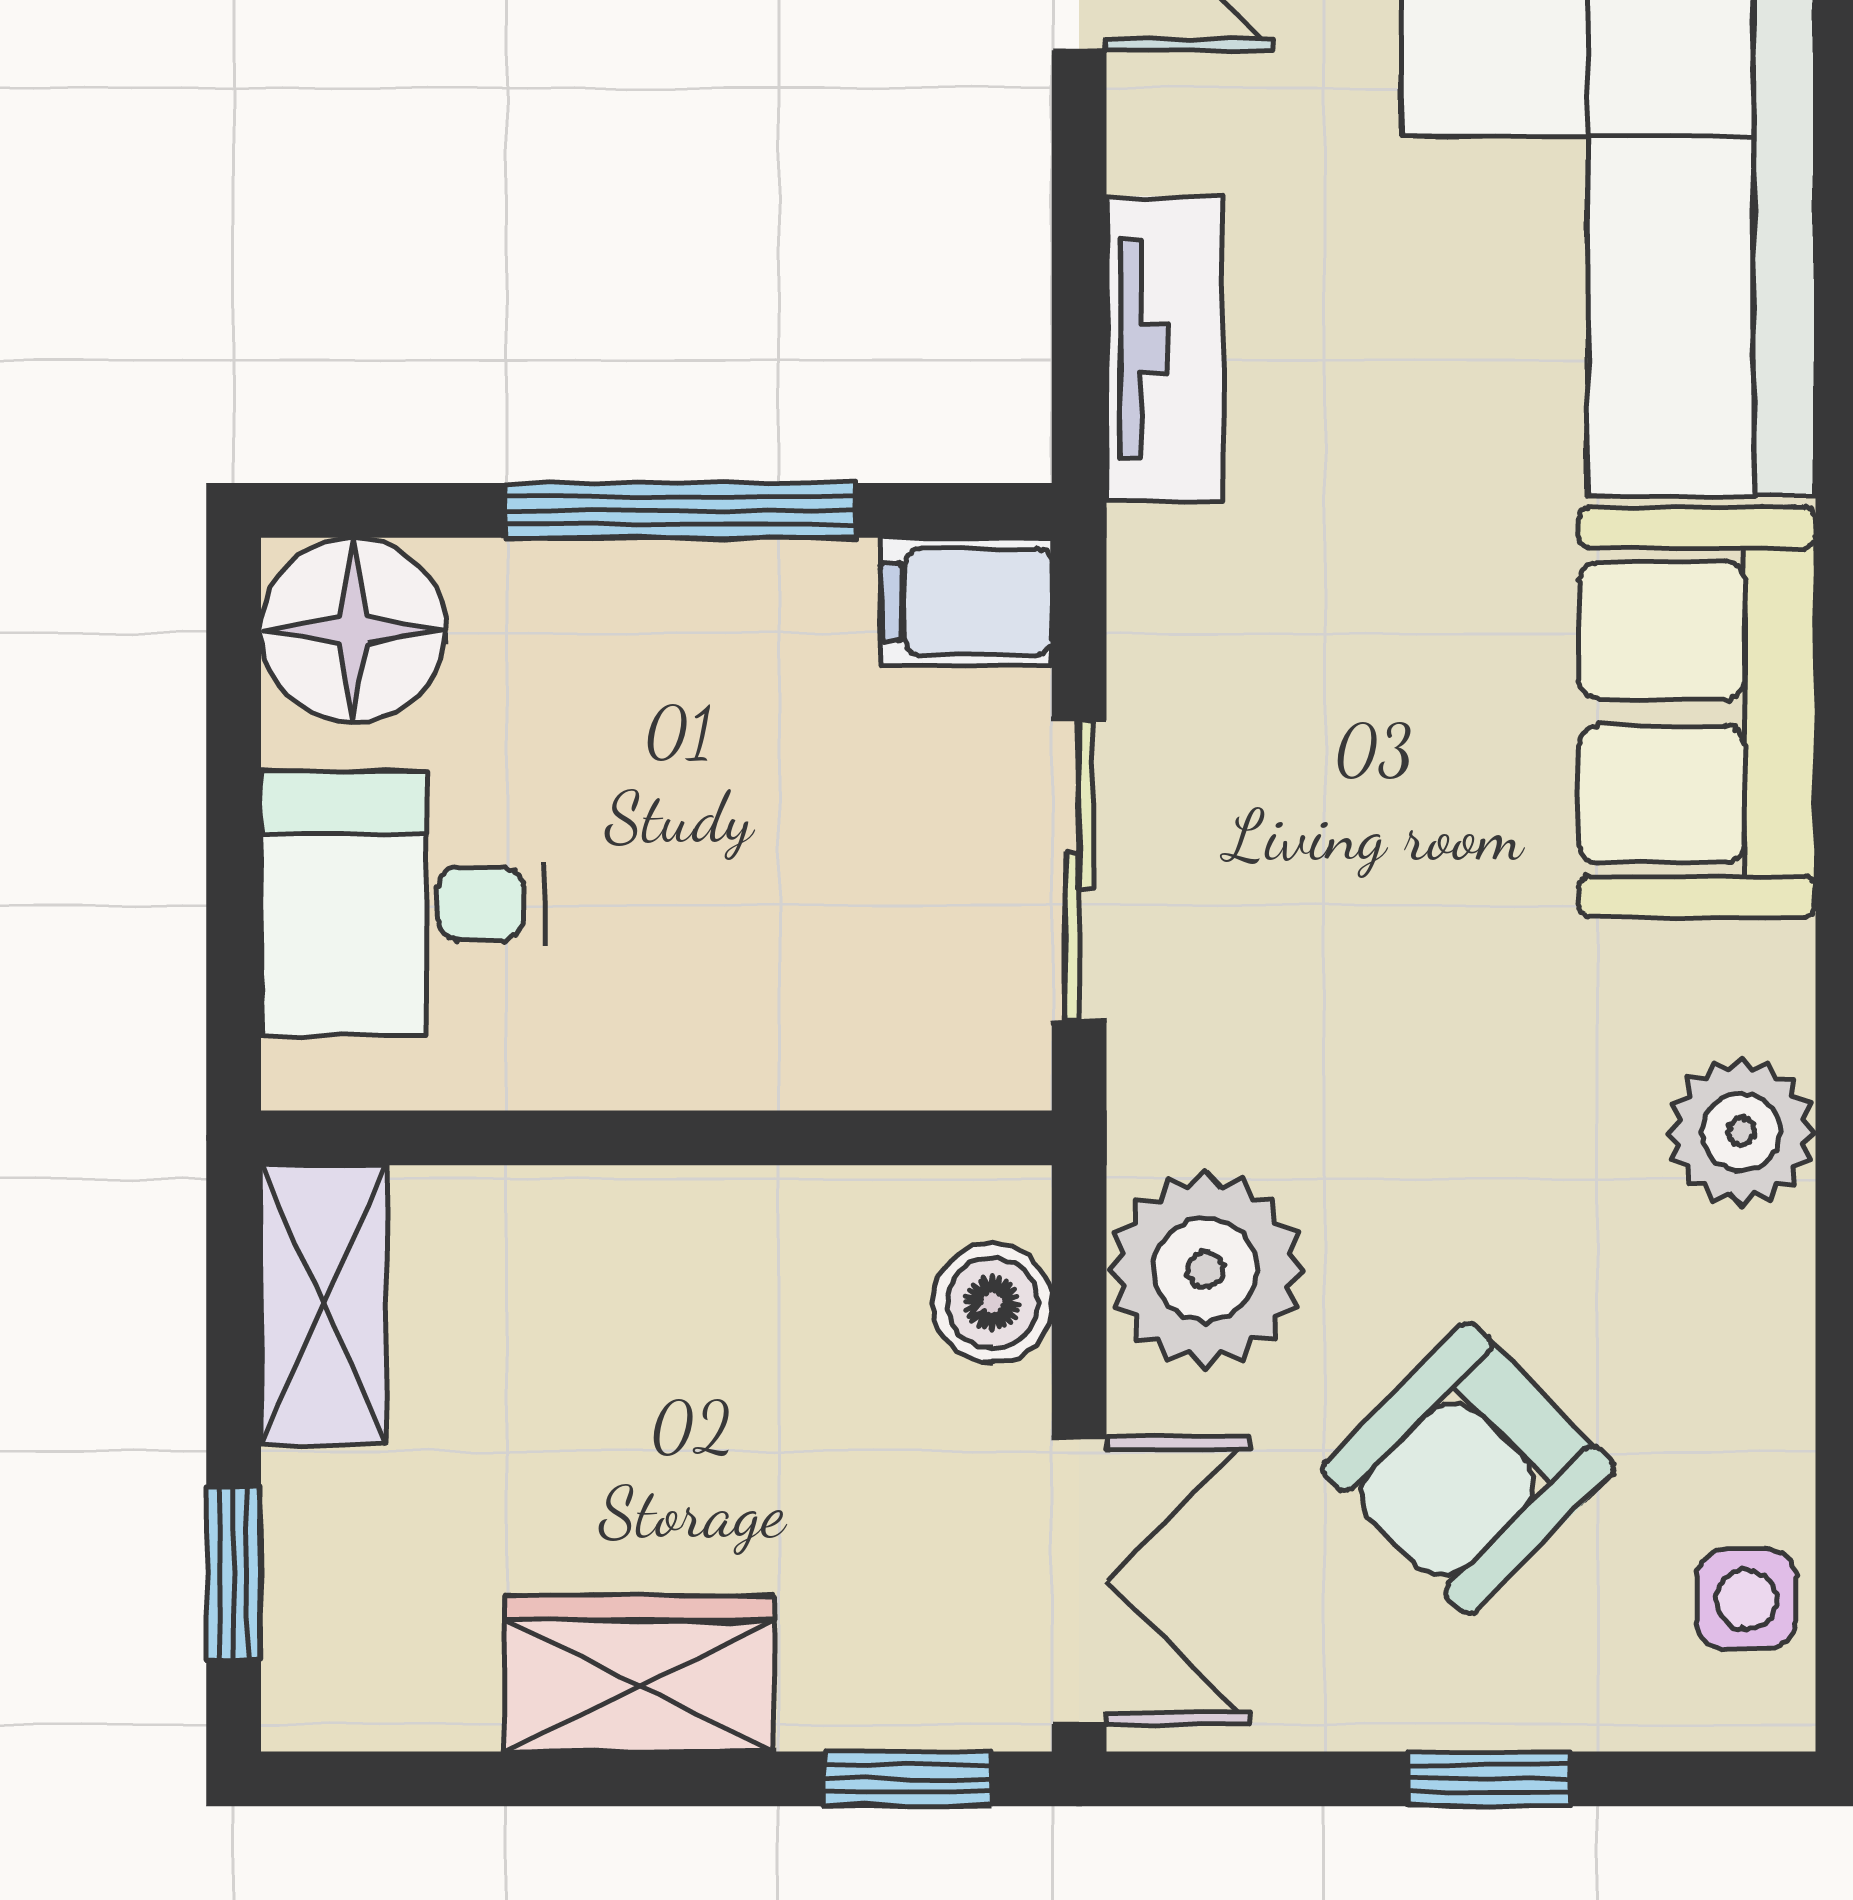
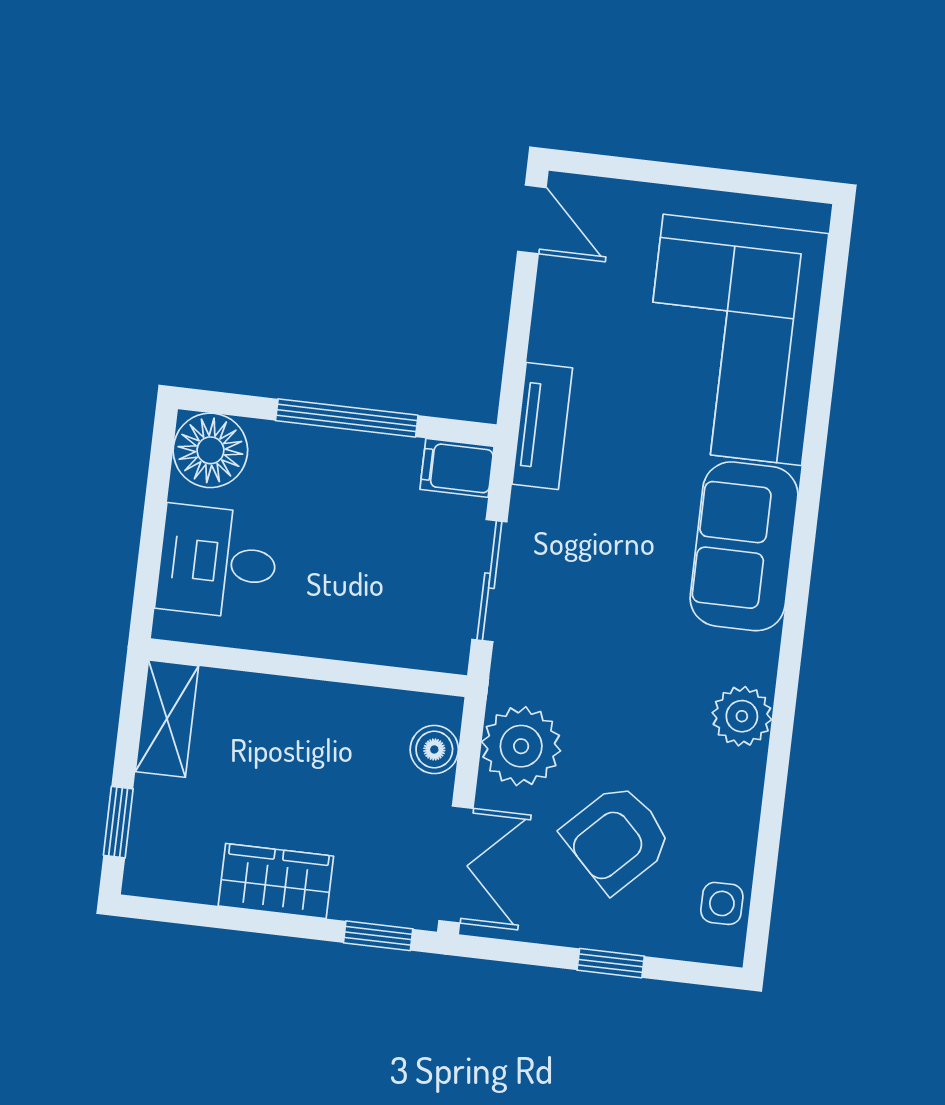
tv unit: (1165, 349) -> (542, 426), moved

